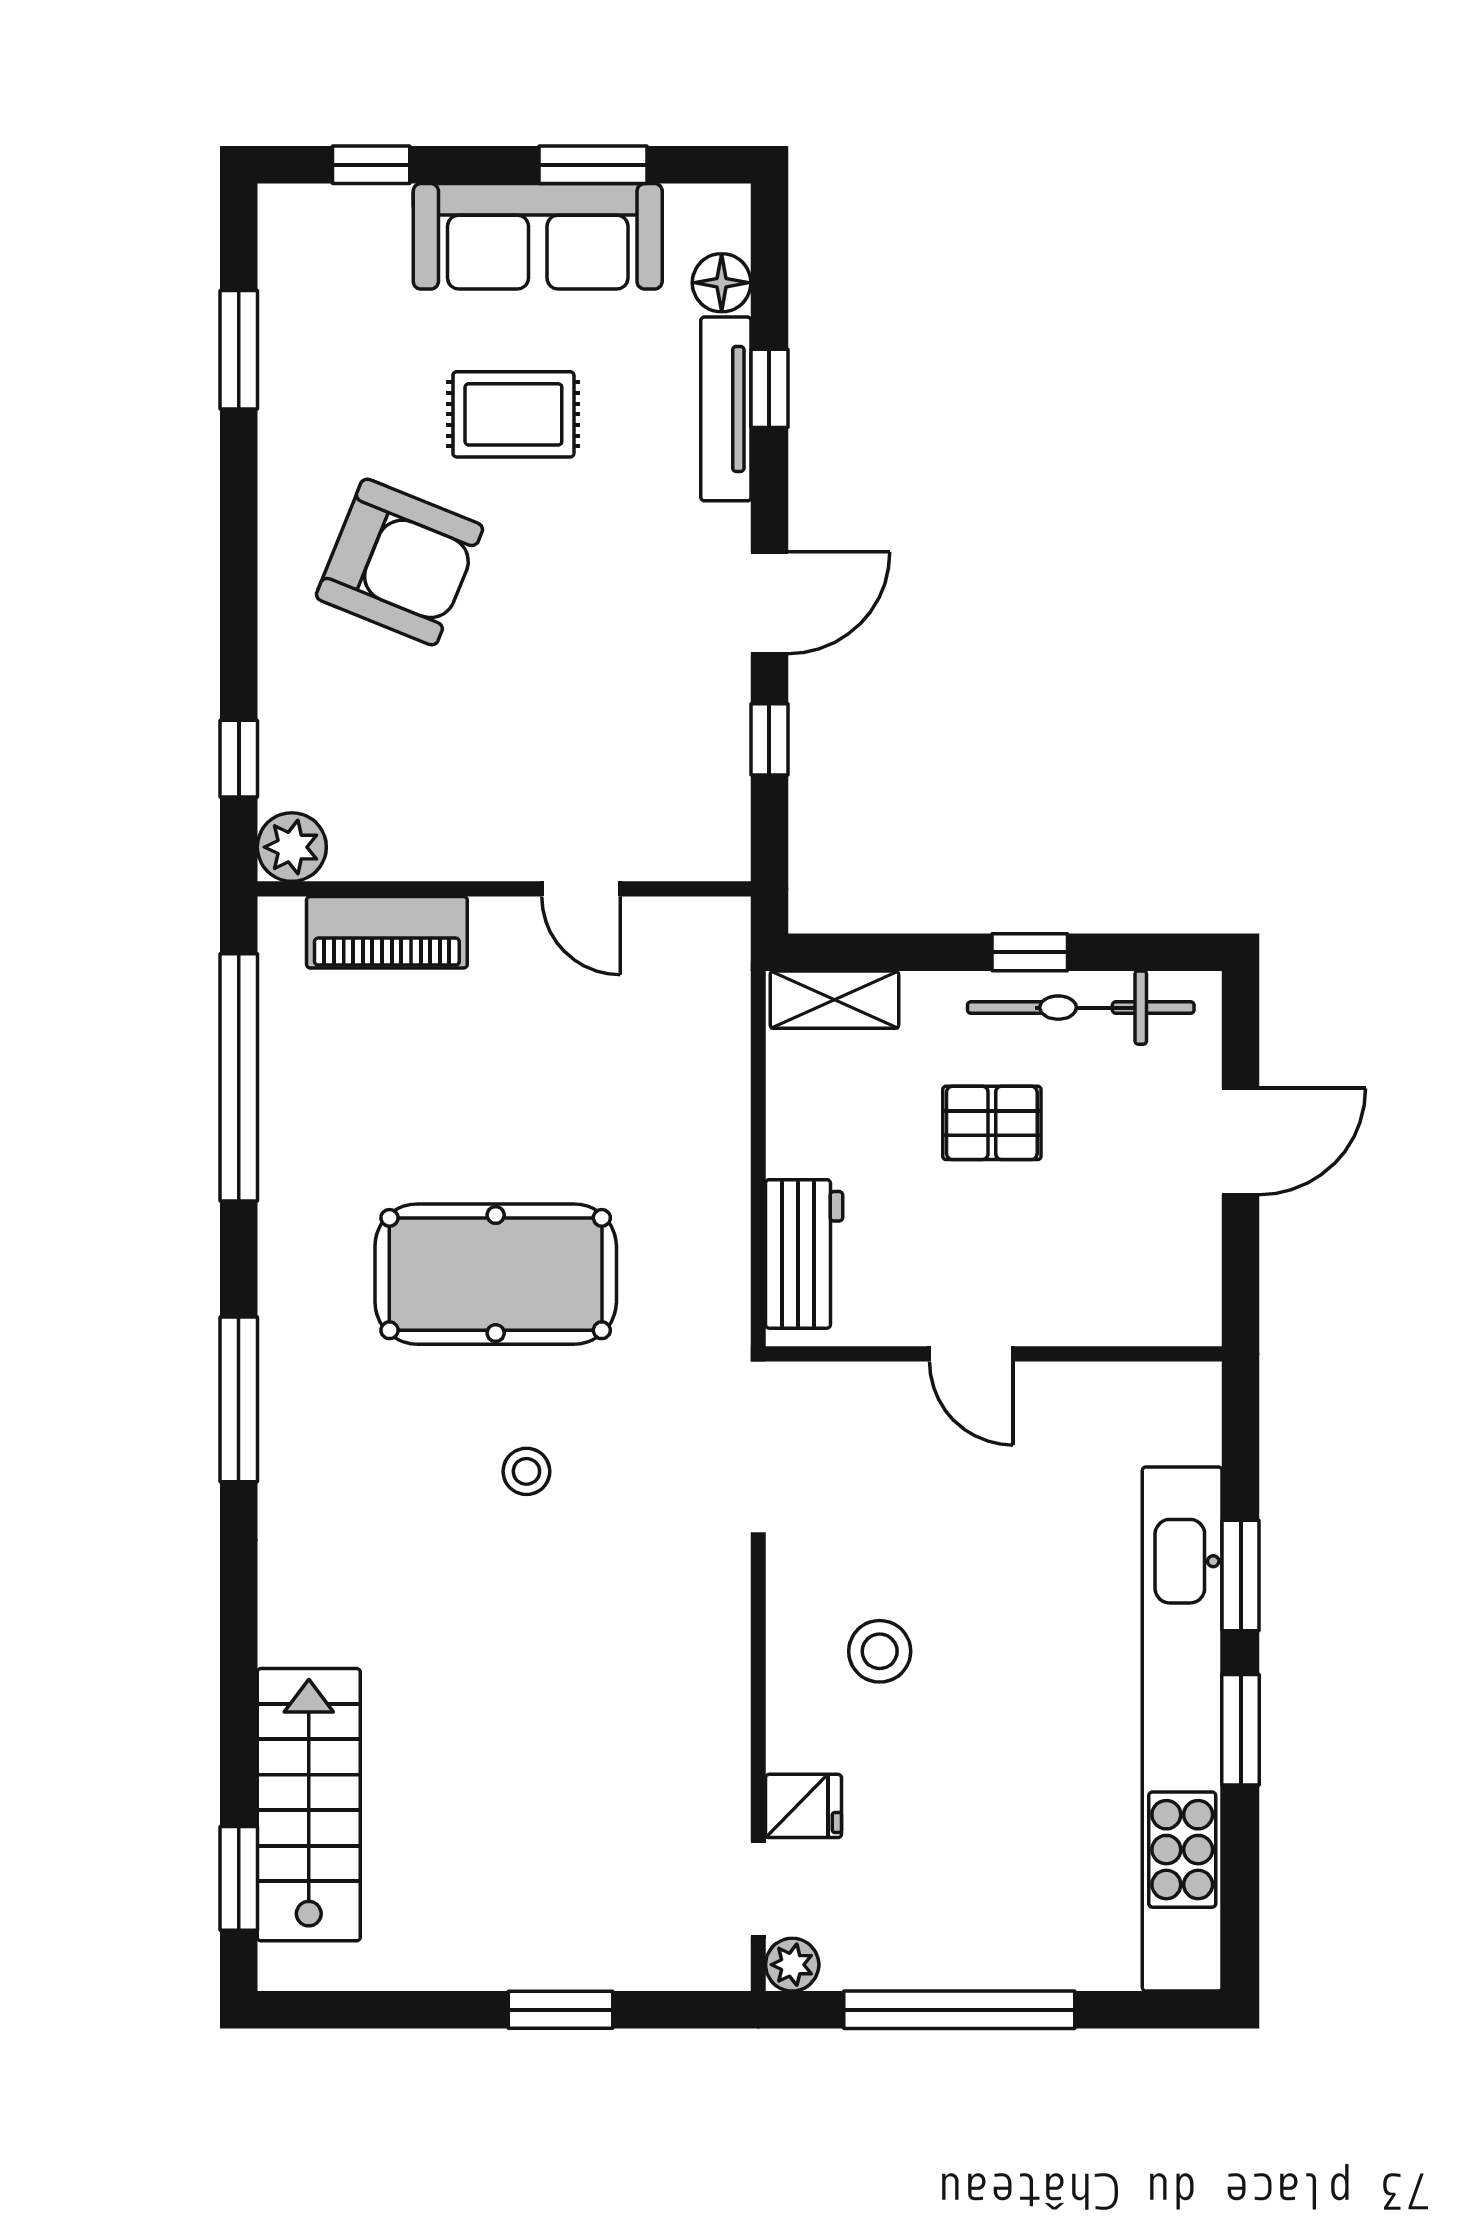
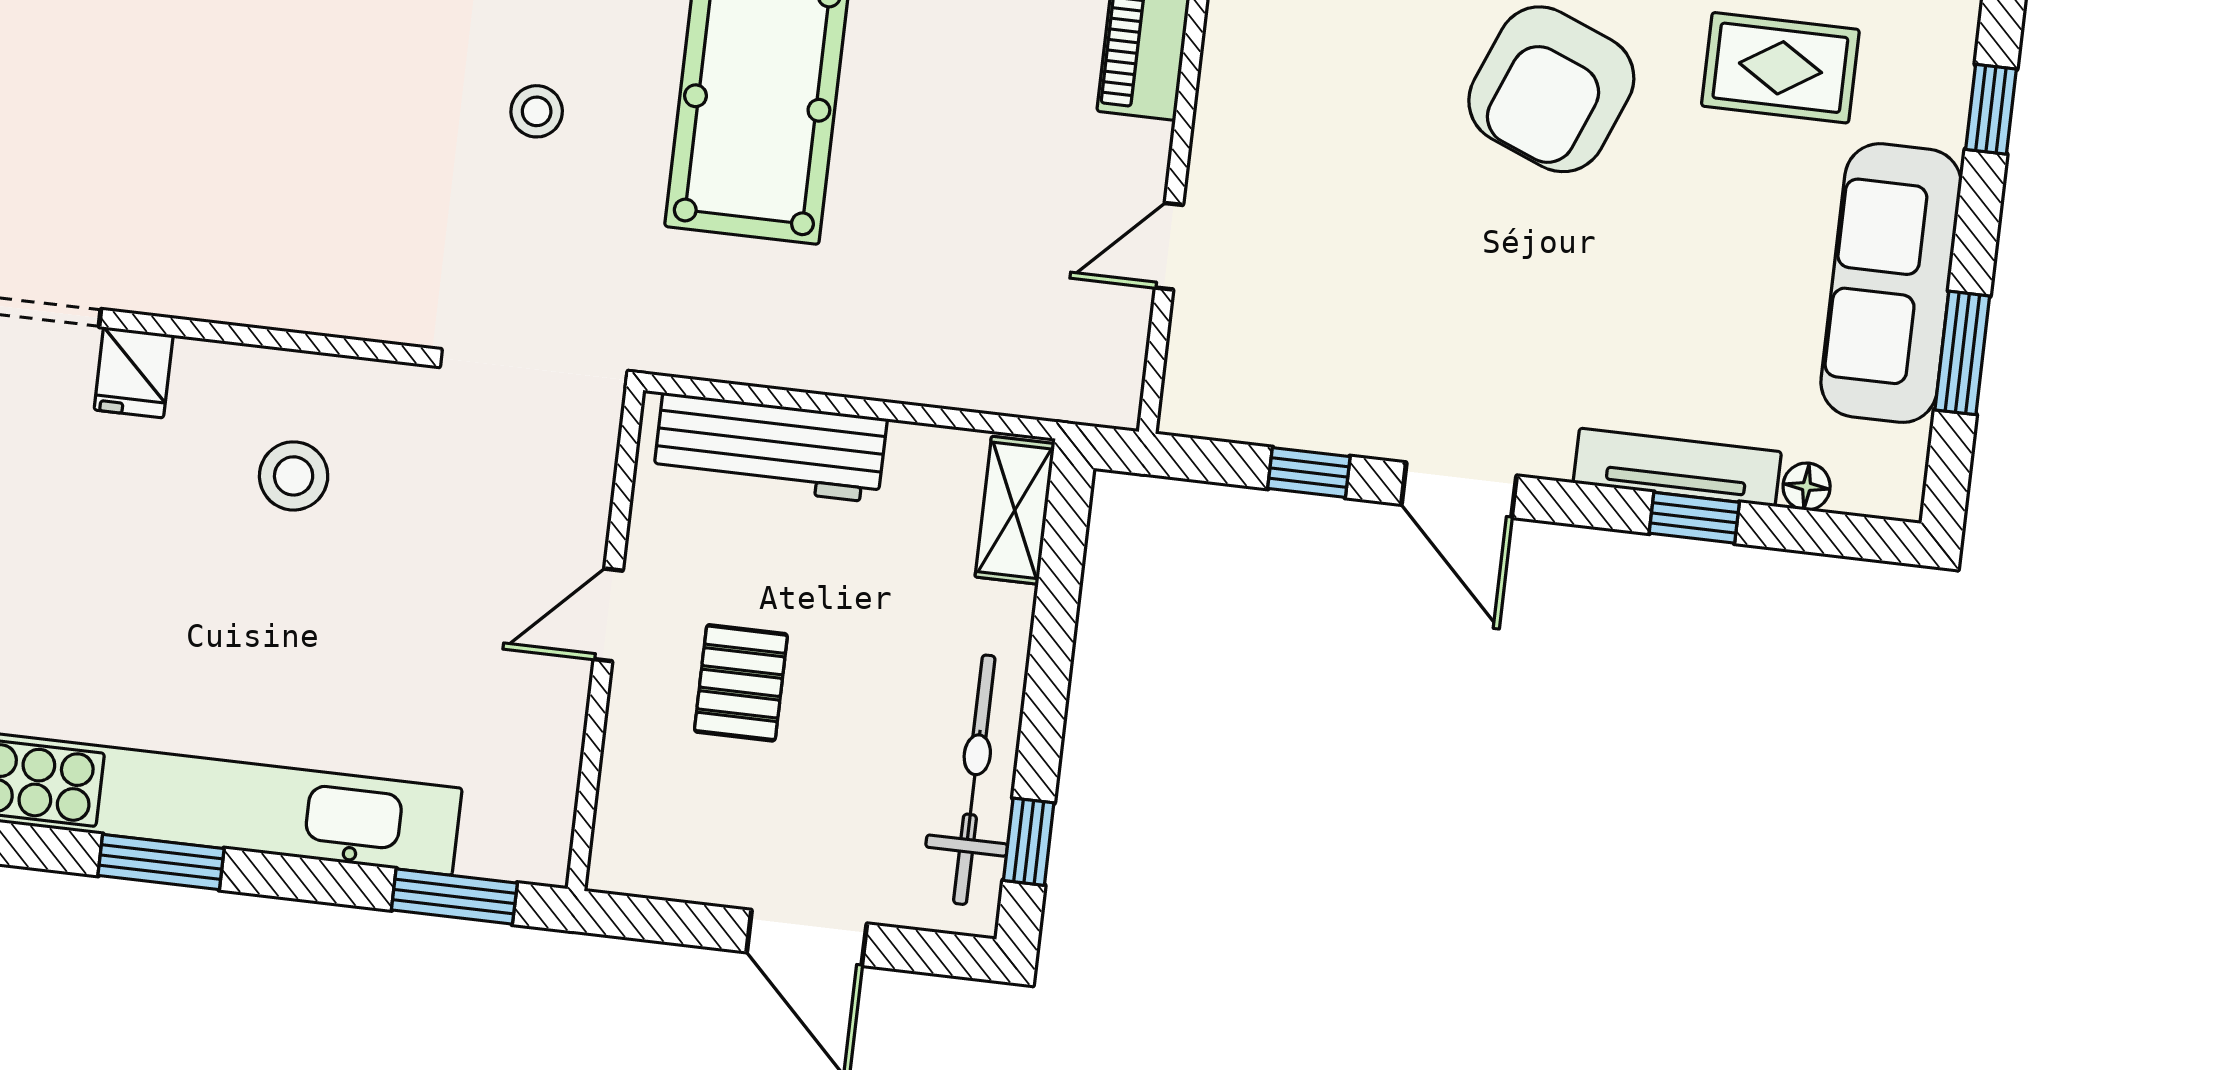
floor lamp: (722, 283) -> (1807, 487), width x0.73, depth x0.73
rug: (513, 414) -> (1780, 68), moved, turned 90
window: (1030, 952) -> (1029, 842), moved
pallet: (992, 1123) -> (741, 683), moved
workbench: (804, 1254) -> (770, 448), width x1.38
window: (1241, 1575) -> (454, 896), moved

